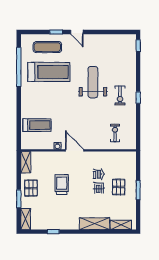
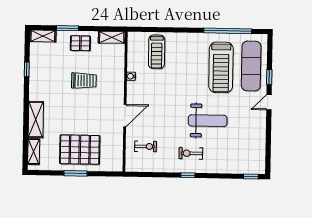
exercise mat: (47, 47) -> (251, 66), width x1.36, depth x1.45
door: (75, 150) -> (125, 116), moved
pallet: (119, 187) -> (80, 150), width x2.05, depth x2.00

